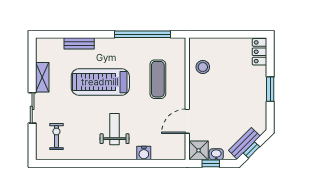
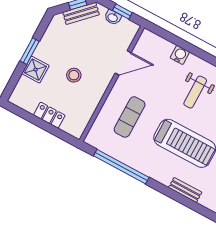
locker: (259, 52) -> (49, 115), moved, turned -90
stool: (203, 67) -> (74, 75), moved
shower: (199, 150) -> (36, 70), moved

